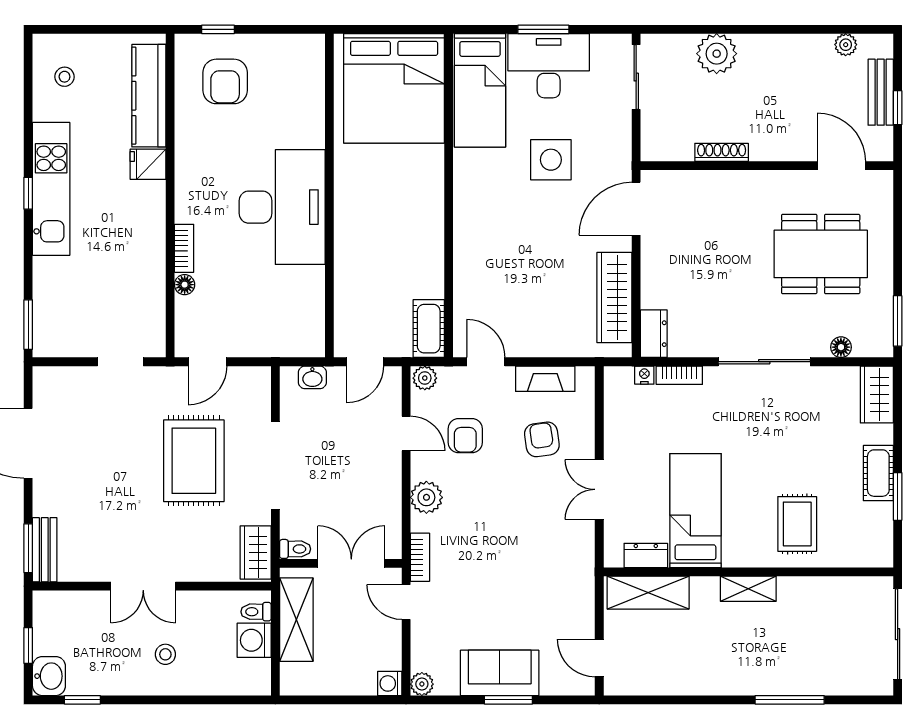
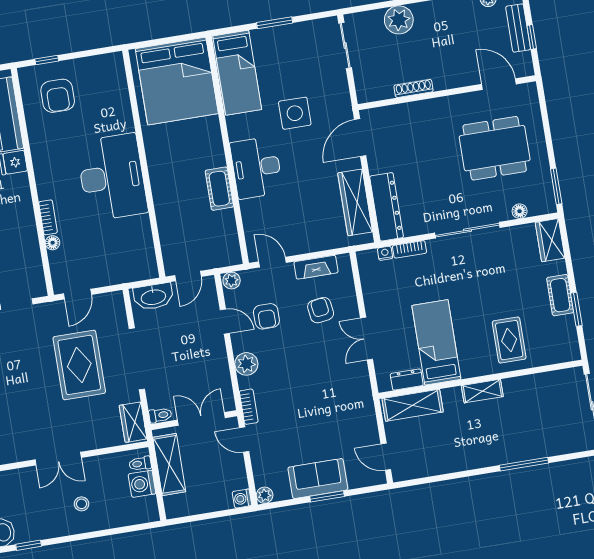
desk: (549, 66) -> (256, 168), moved, turned -90
cot: (429, 329) -> (219, 189), moved
dresser: (654, 334) -> (387, 207), width x1.96, depth x1.24
washbasin: (312, 377) -> (153, 297), width x1.91, depth x1.45

